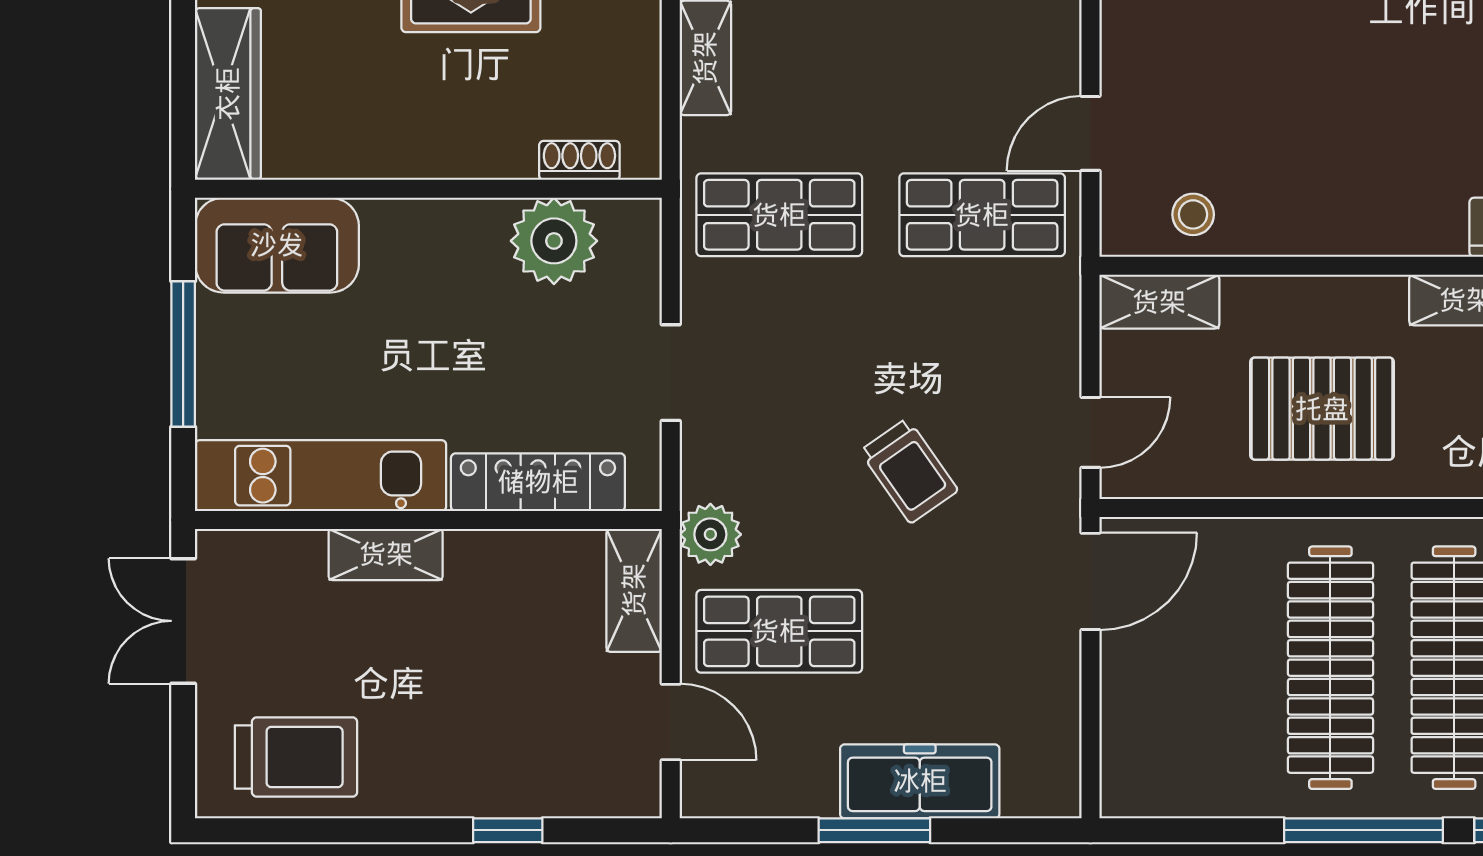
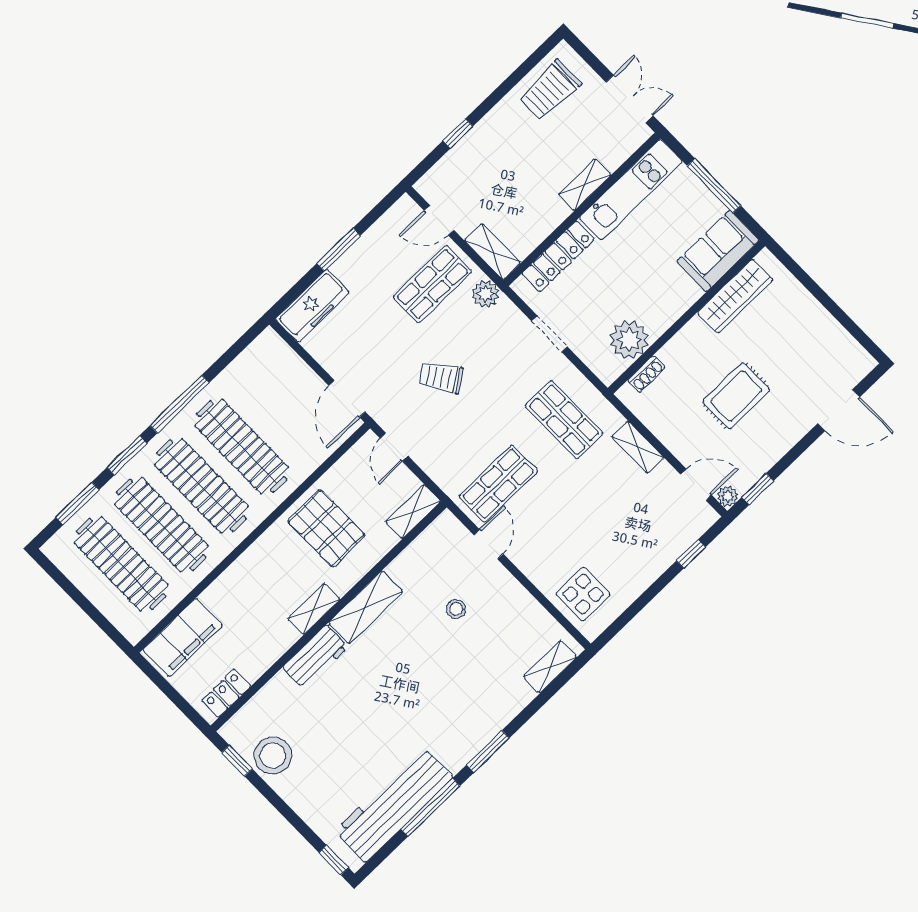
wardrobe: (228, 94) -> (735, 296), moved, turned -90
stool: (1193, 214) -> (456, 609), moved
shop shelf: (779, 215) -> (564, 420), turned 90
shelving: (1382, 224) -> (365, 607), added
pallet: (1322, 409) -> (326, 528), turned 90
freezer: (920, 781) -> (313, 306), moved

